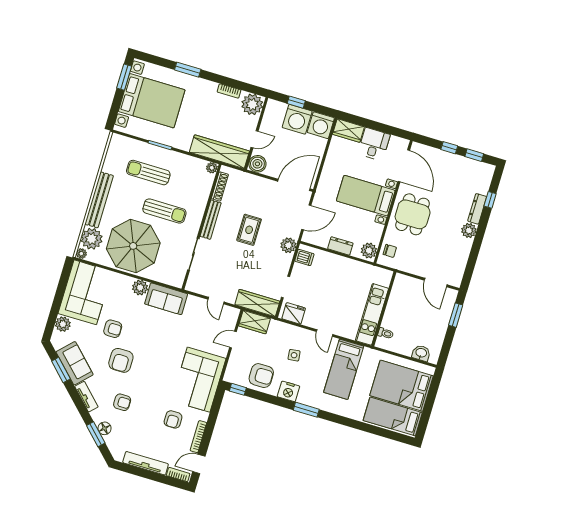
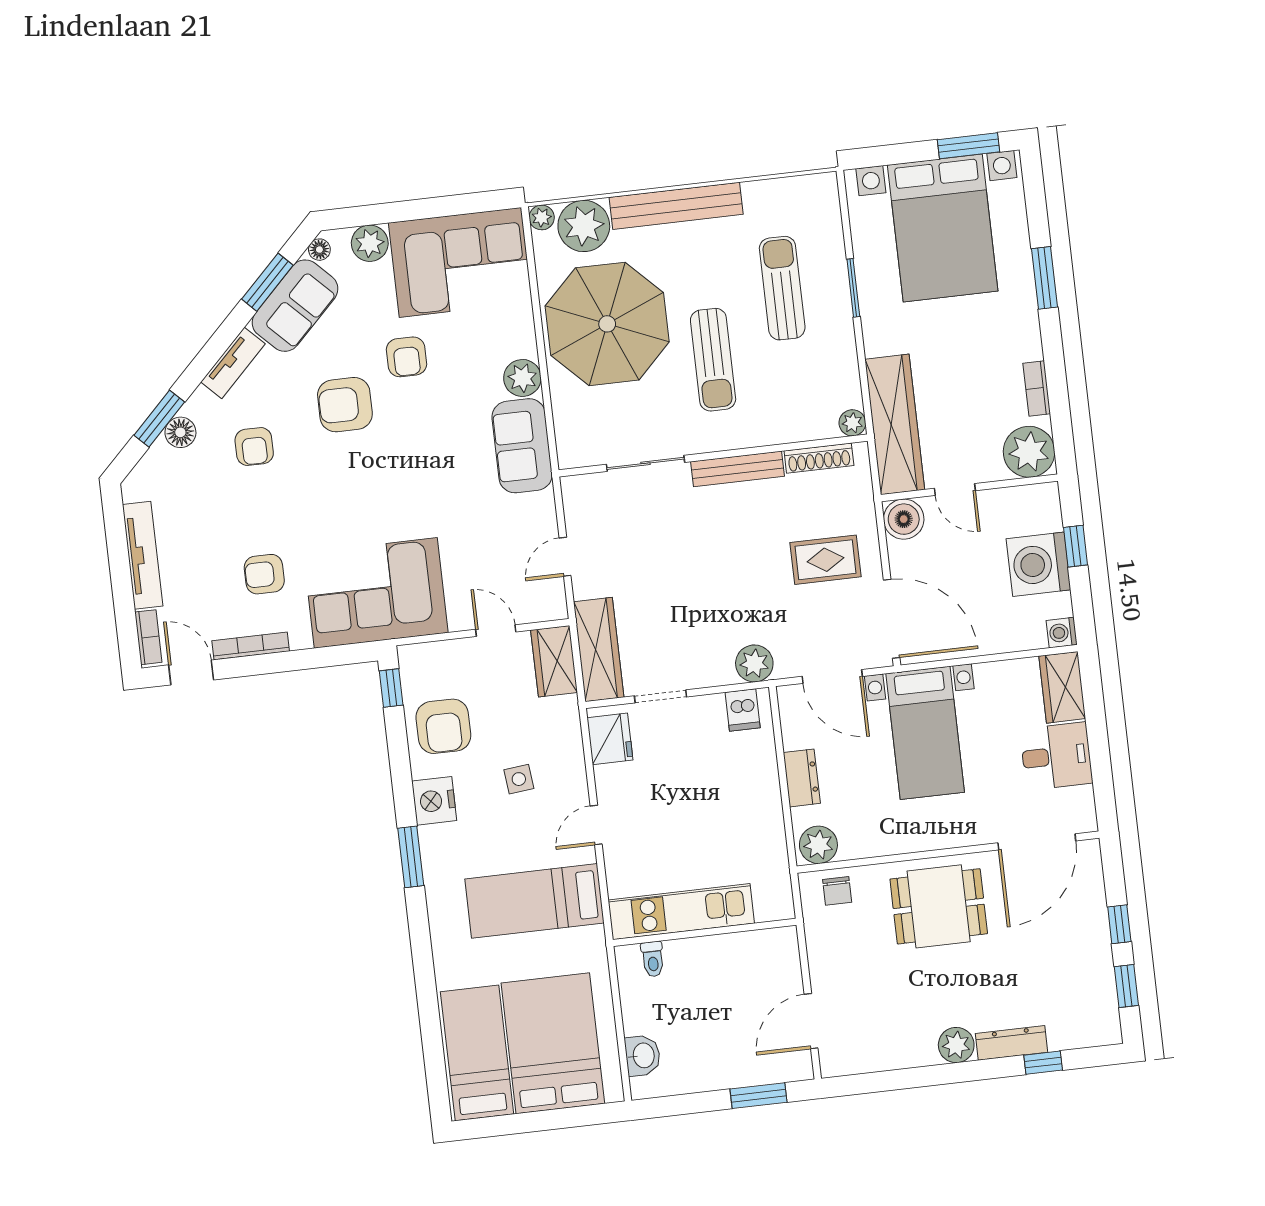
washing machine: (321, 125) -> (1062, 633), width x0.53, depth x0.53
bed with nightstands: (366, 196) -> (925, 733), moved, turned 180
rug: (249, 230) -> (825, 560), moved
floor lamp: (57, 345) -> (319, 250), added

